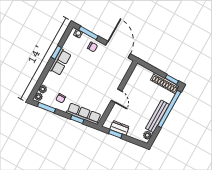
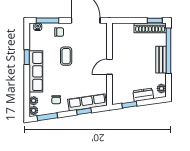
row of seats: (60, 62) -> (36, 71), width x1.48
coffee table: (87, 69) -> (66, 56), added
door: (116, 96) -> (109, 67), swing flipped
bench: (157, 116) -> (161, 60), width x0.73
dresser: (120, 128) -> (143, 95), moved

